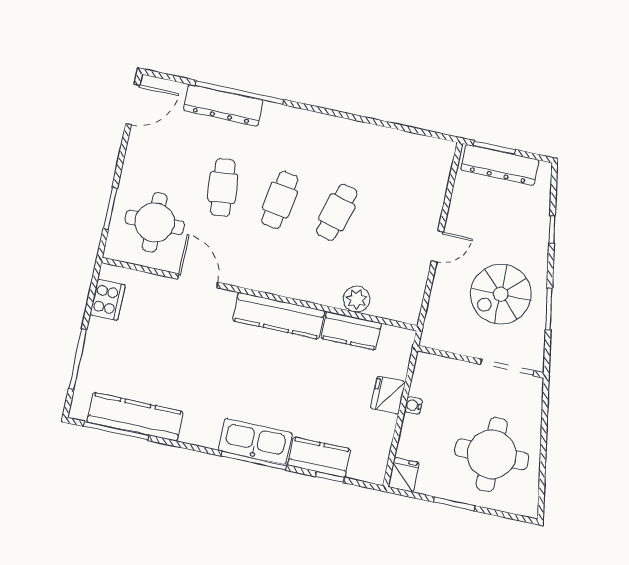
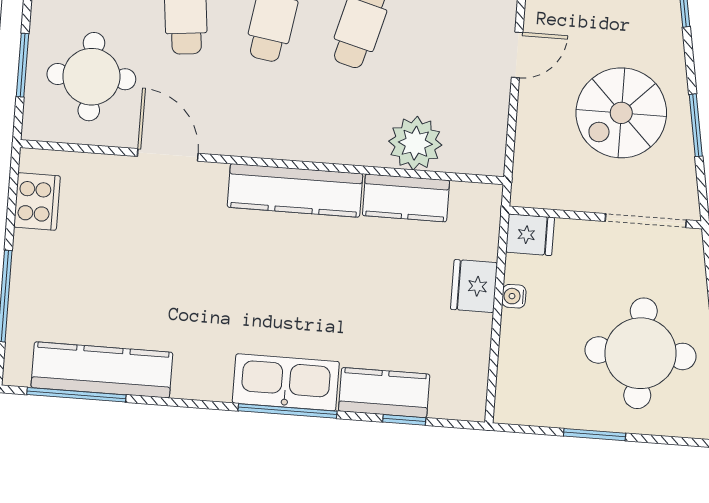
plant: (357, 299) -> (415, 143), width x1.36, depth x1.36
fridge: (404, 475) -> (530, 235), moved, turned 90

